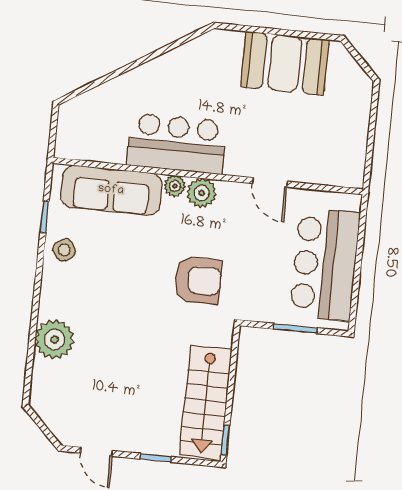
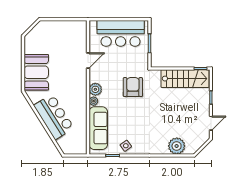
booth: (285, 63) -> (36, 72), moved
bar counter: (177, 144) -> (54, 117), moved, turned 148
plant: (54, 339) -> (177, 146), moved

